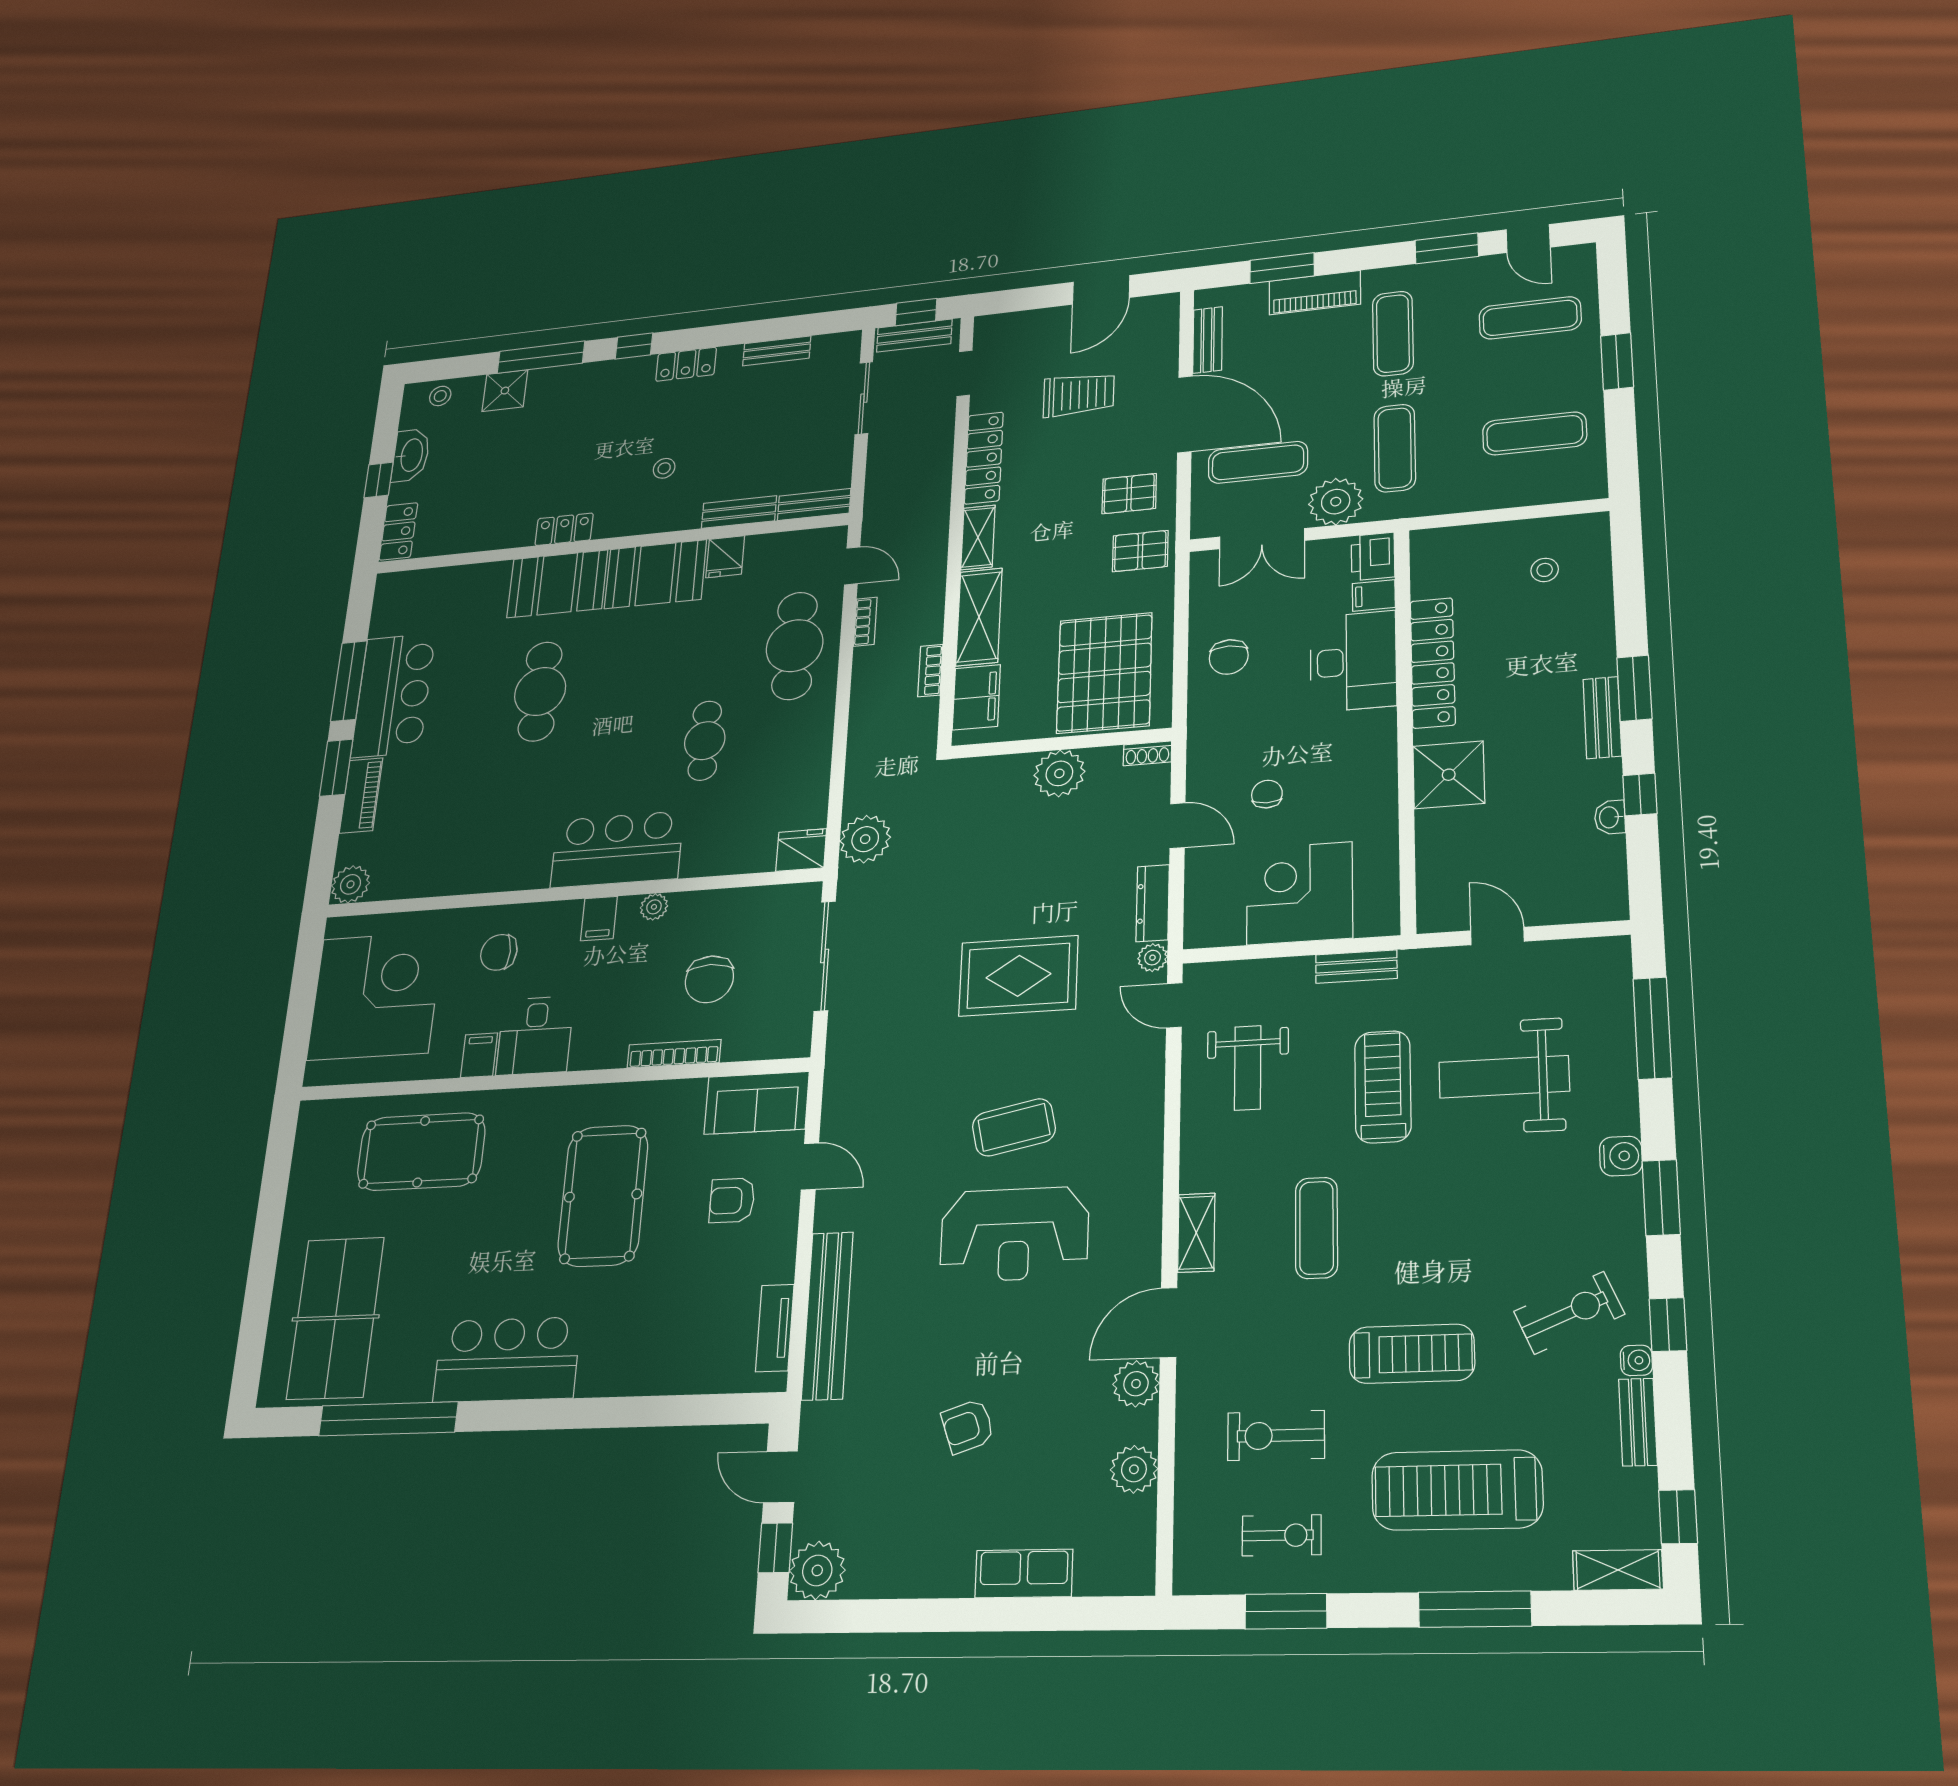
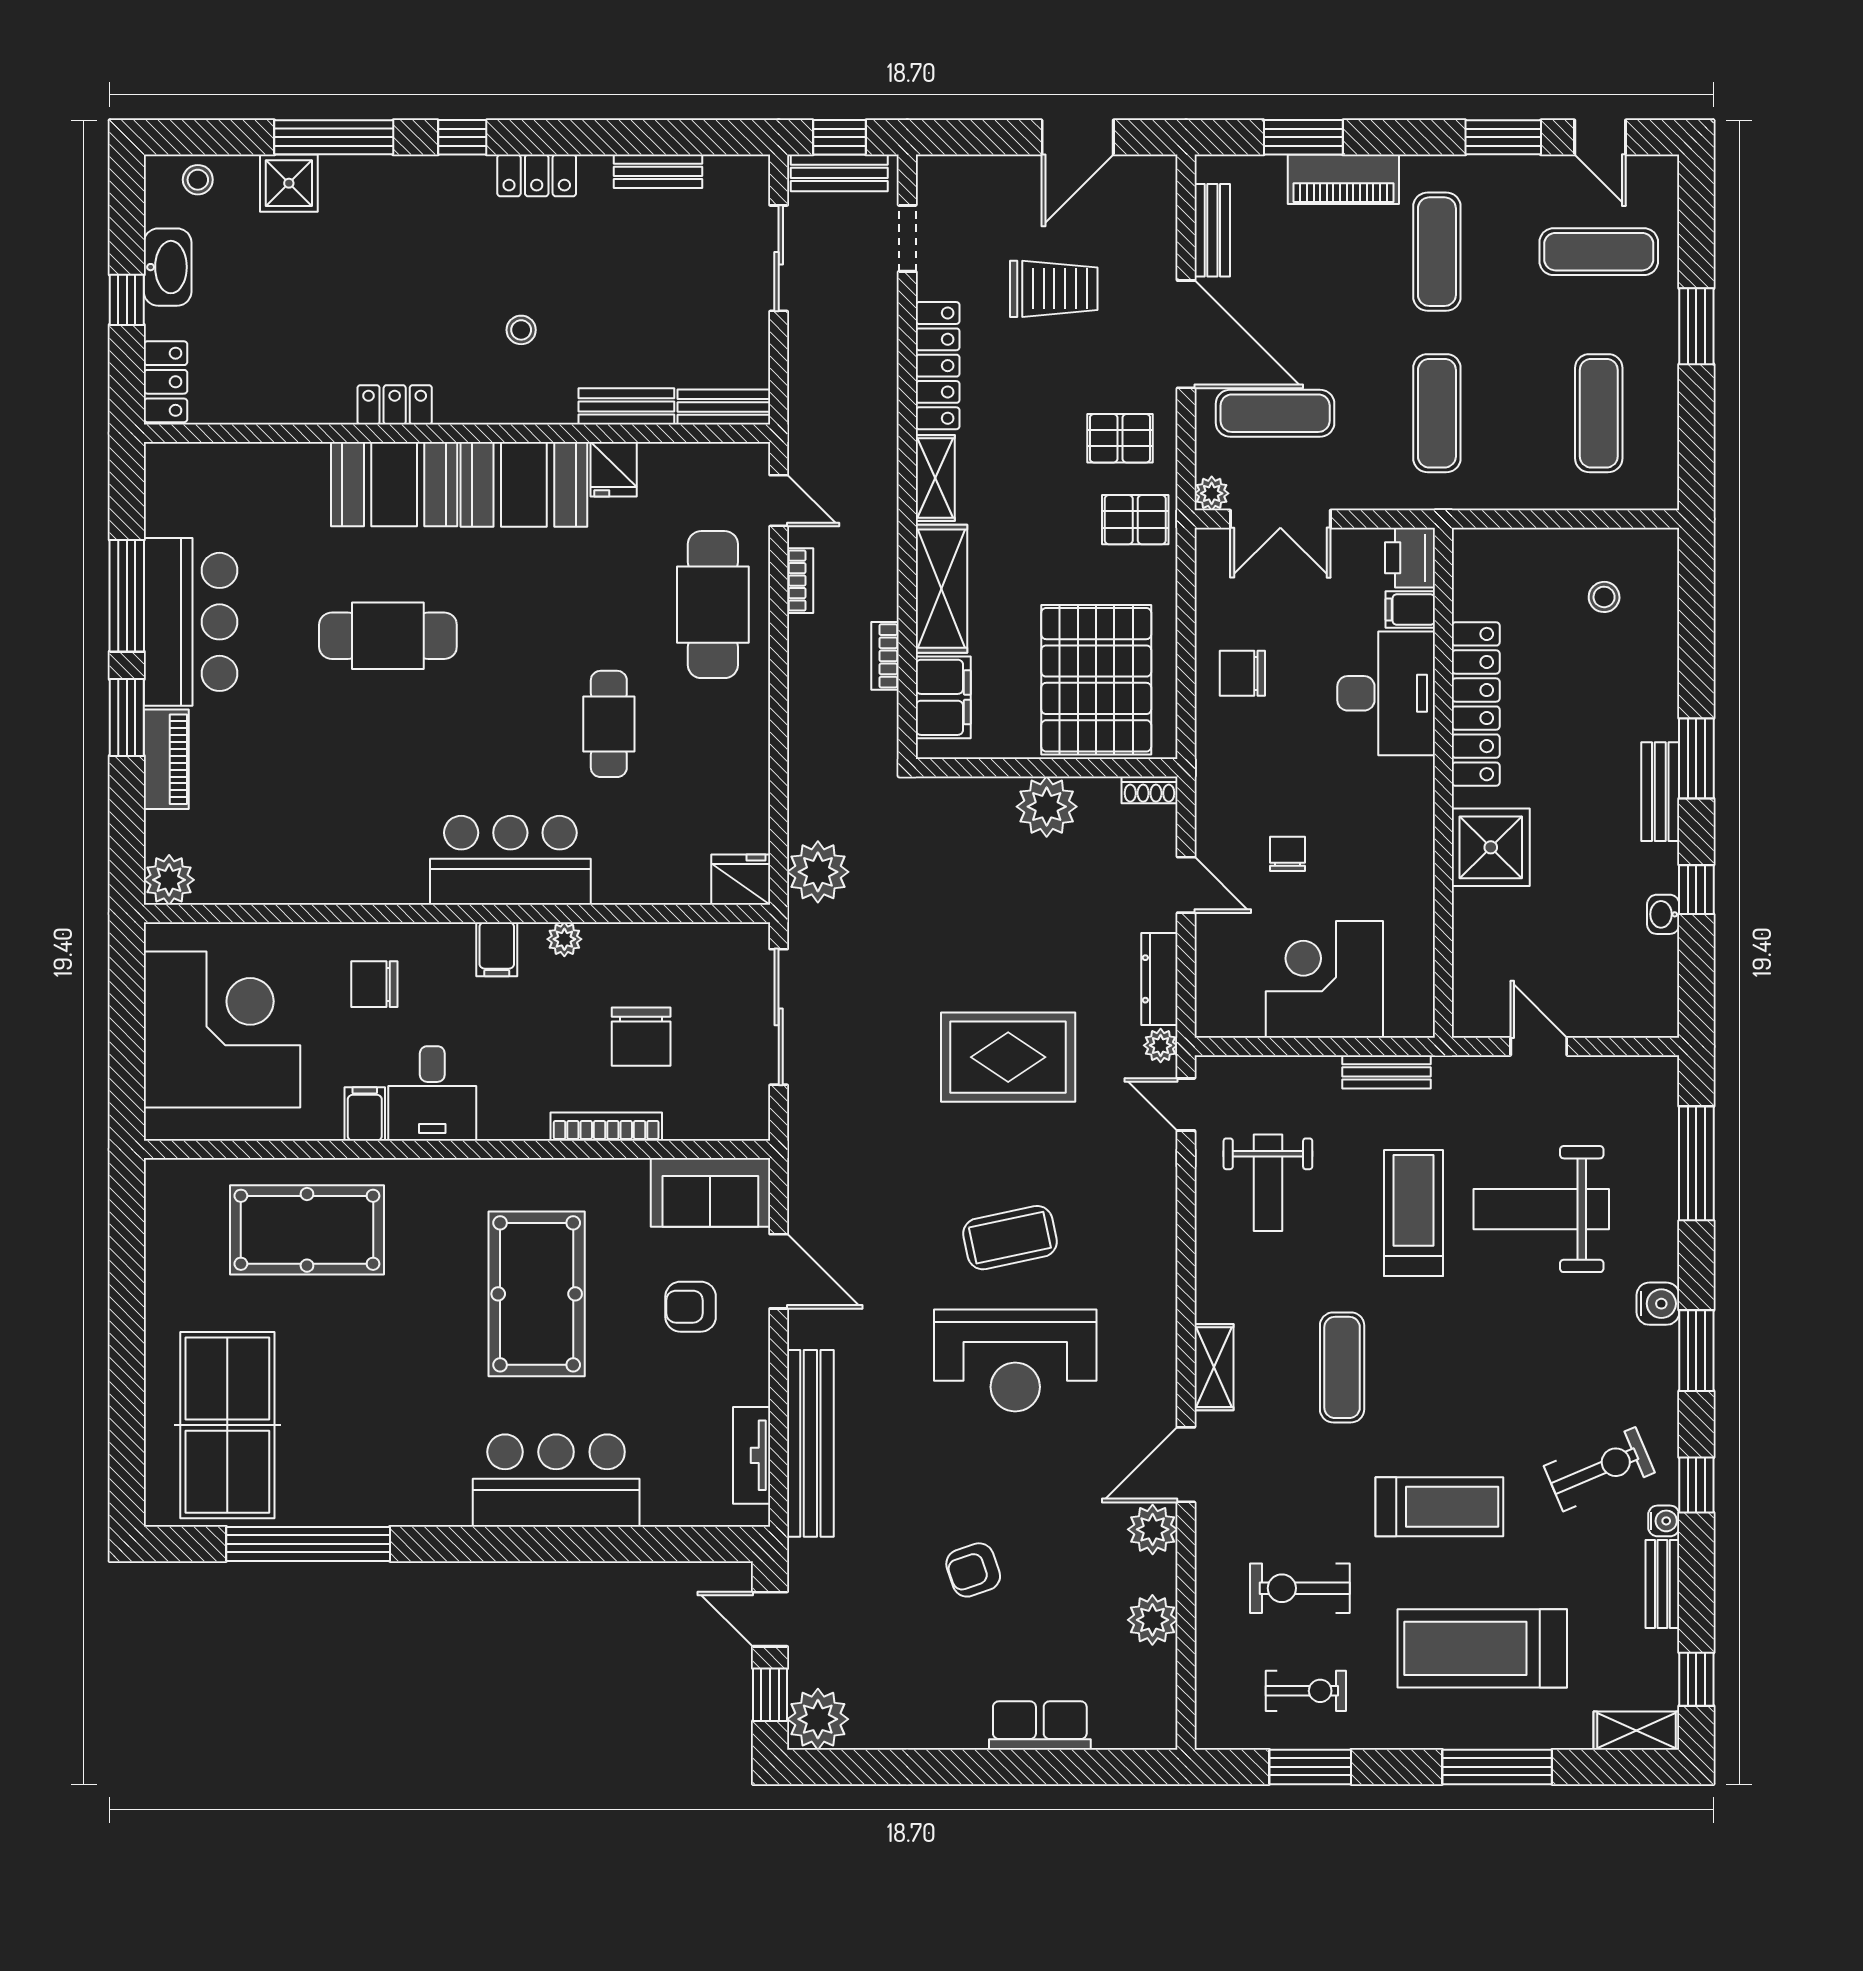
exercise mat: (1535, 433) -> (1599, 413), turned 90
plant: (1336, 502) -> (1212, 493), moved, width x0.53, depth x0.53
chair: (1229, 657) -> (1242, 673), turned 90
cafe table: (540, 691) -> (388, 636), turned 90
door: (810, 1166) -> (779, 1271), width x1.38
bar counter: (507, 1360) -> (556, 1481), moved

